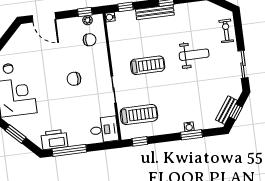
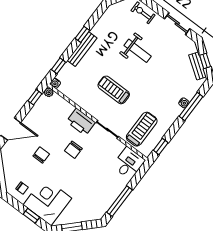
plant: (88, 20) -> (49, 92), moved
chair: (90, 40) -> (41, 155), moved
weight bench: (194, 55) -> (138, 51), turned 90
treadmill: (148, 65) -> (114, 90), turned -90
window: (192, 135) -> (191, 106), width x1.44
printer: (54, 139) -> (81, 122), moved, turned -90

